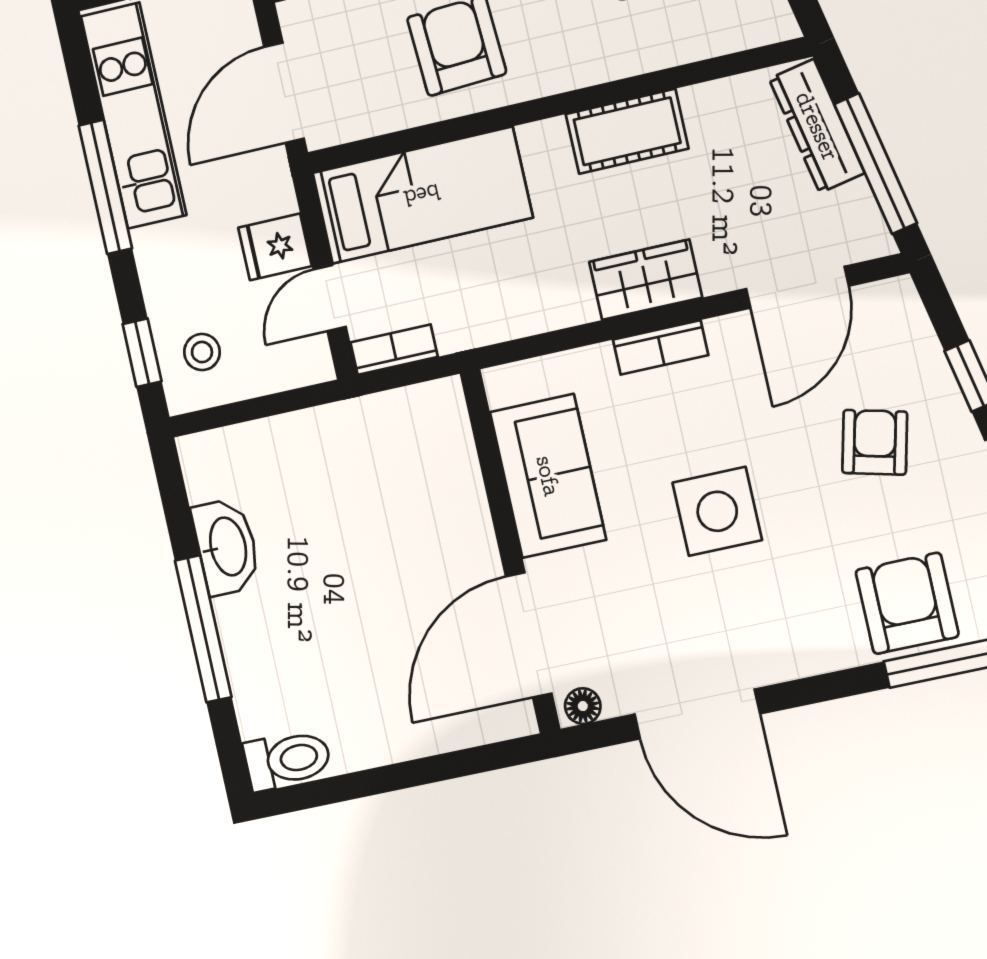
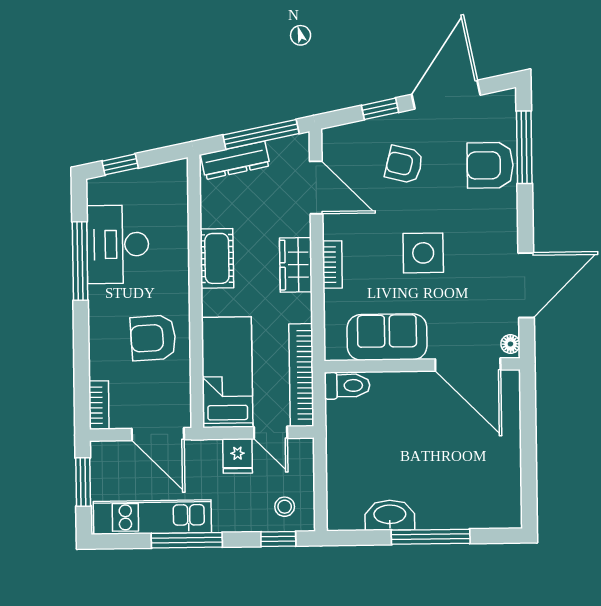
bookcase: (394, 350) -> (301, 375), width x2.31, depth x1.31
toilet: (288, 760) -> (347, 386), moved, turned 90

